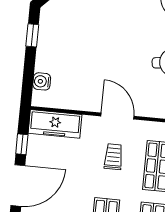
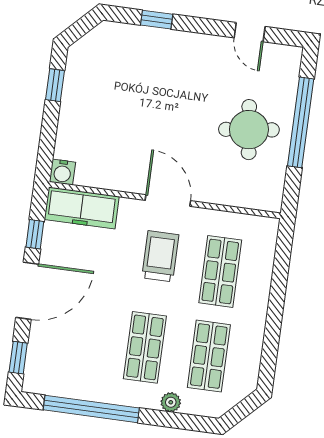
water cooler: (42, 81) -> (62, 172), moved, turned -90
trolley: (113, 157) -> (160, 256), width x1.36, depth x1.39

